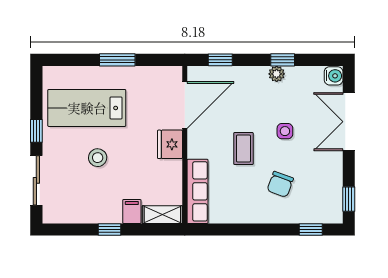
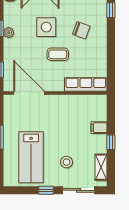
side table: (285, 131) -> (46, 27), width x1.87, depth x1.87
fridge: (170, 144) -> (55, 103), removed
stool: (98, 158) -> (67, 162), moved
shelving: (162, 215) -> (101, 167), moved

